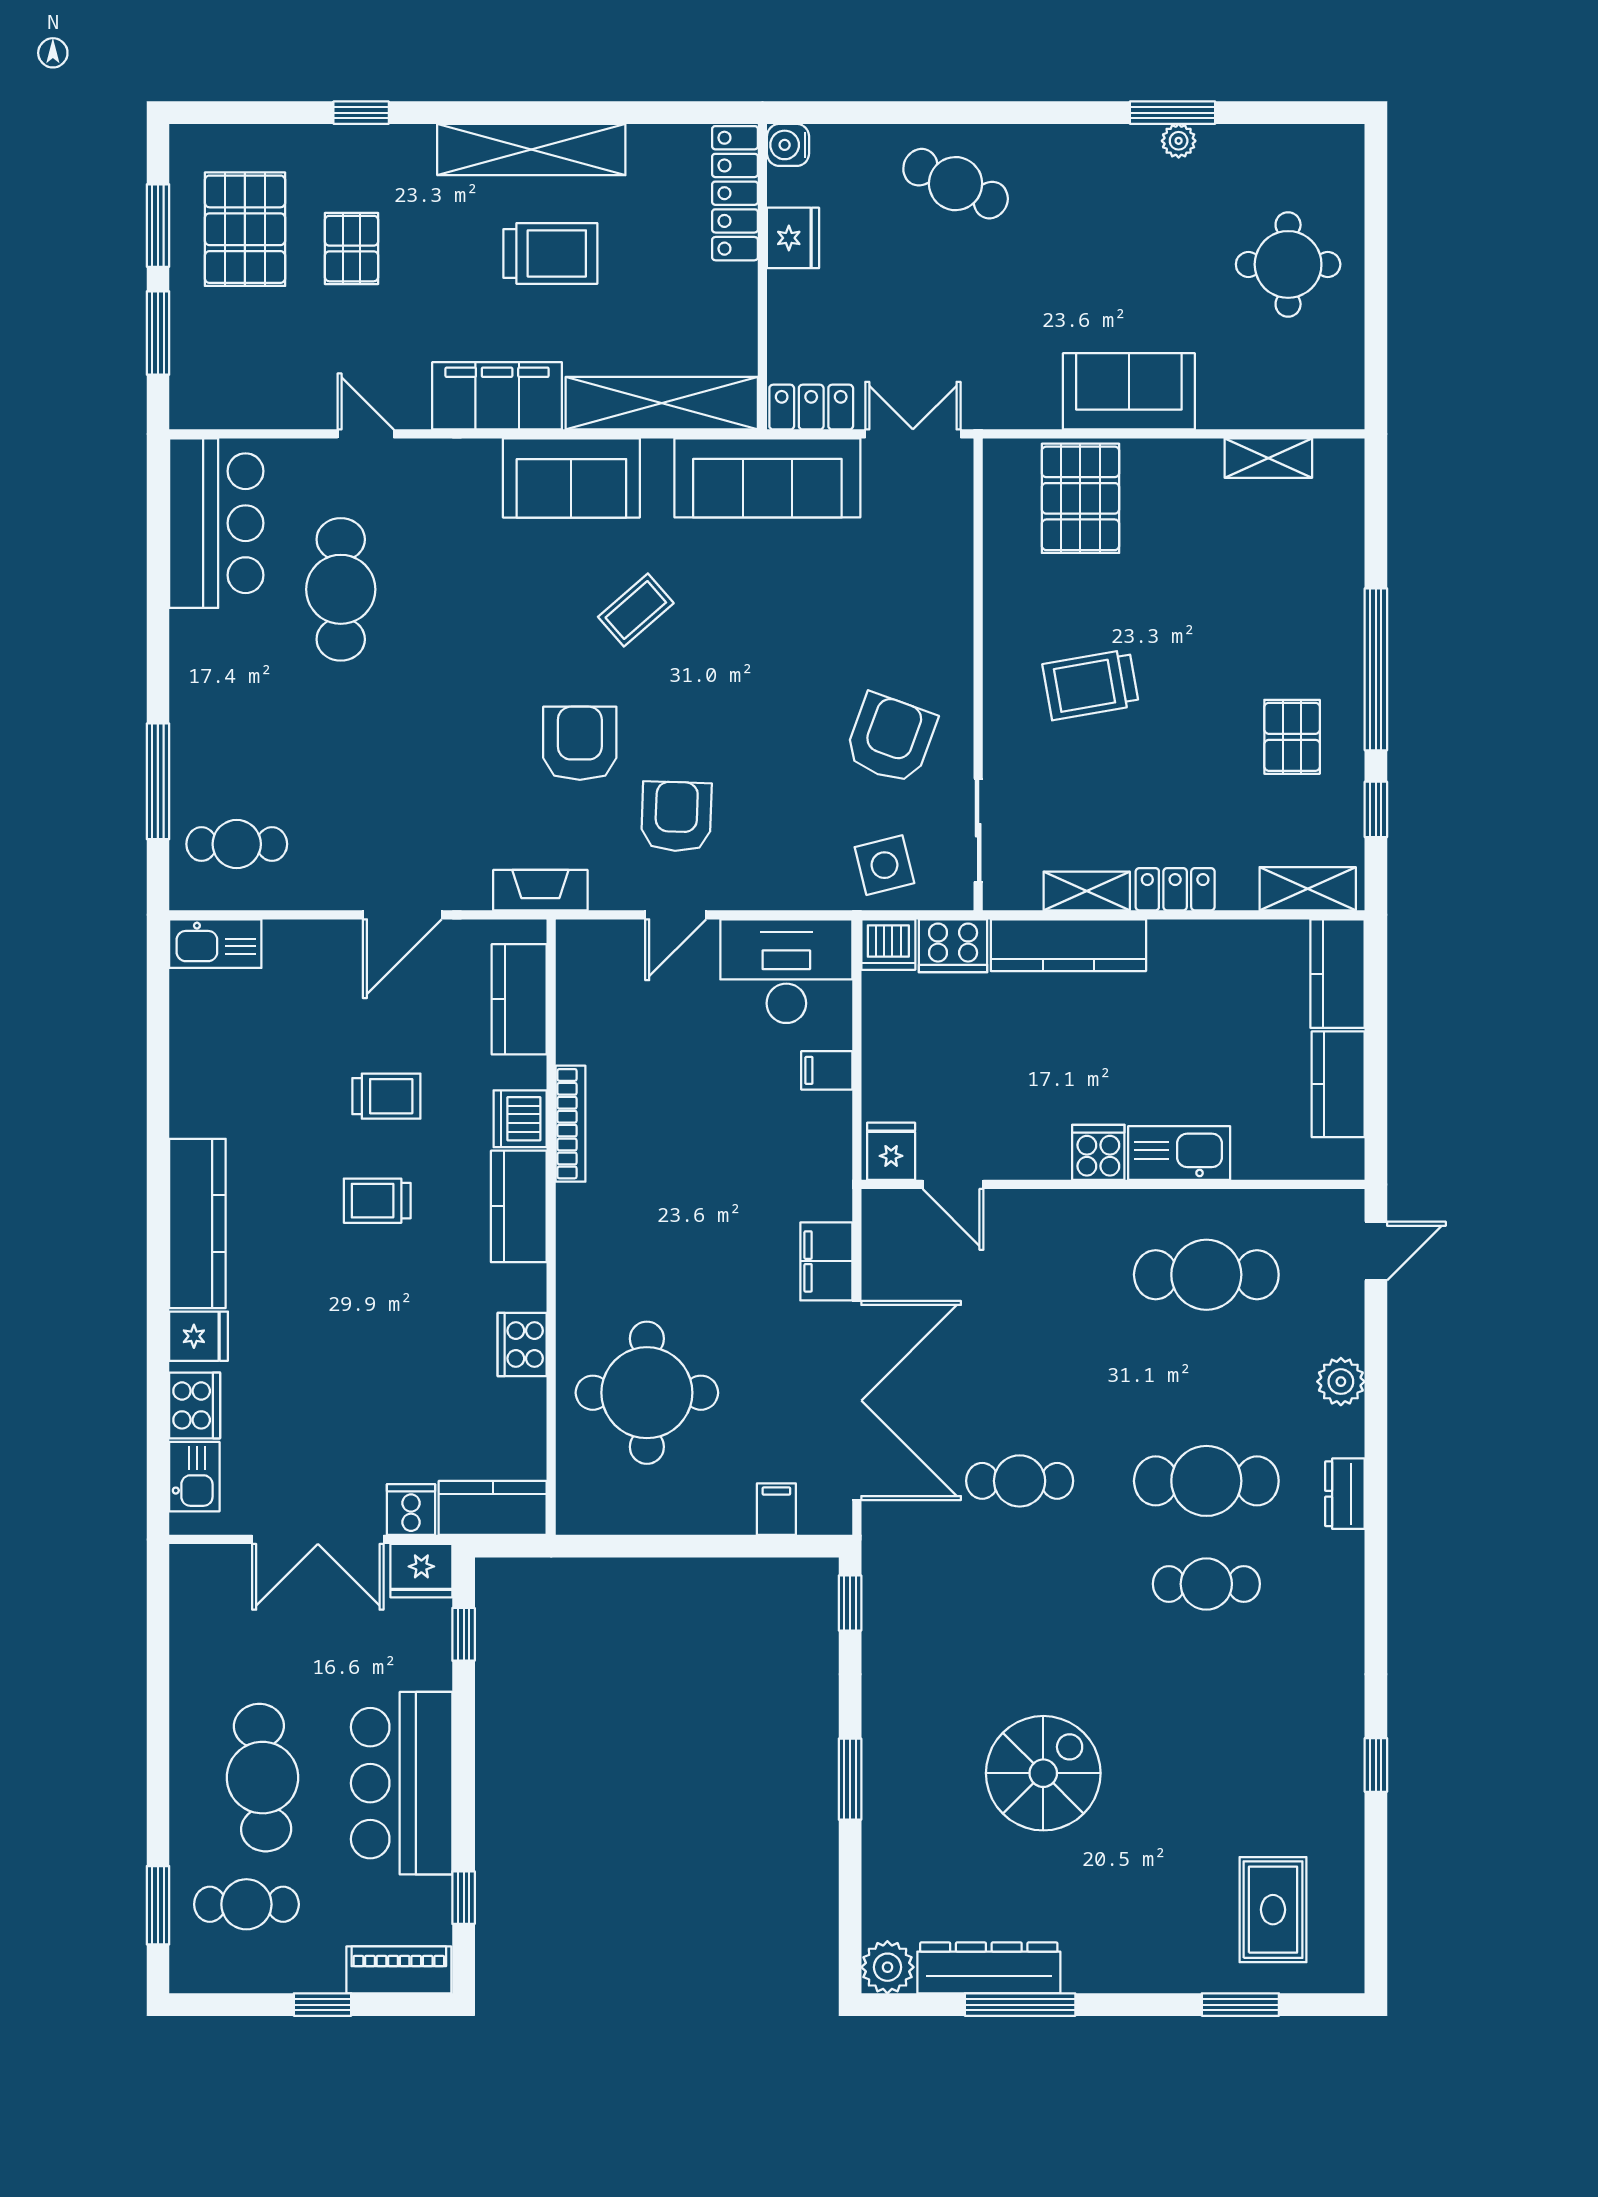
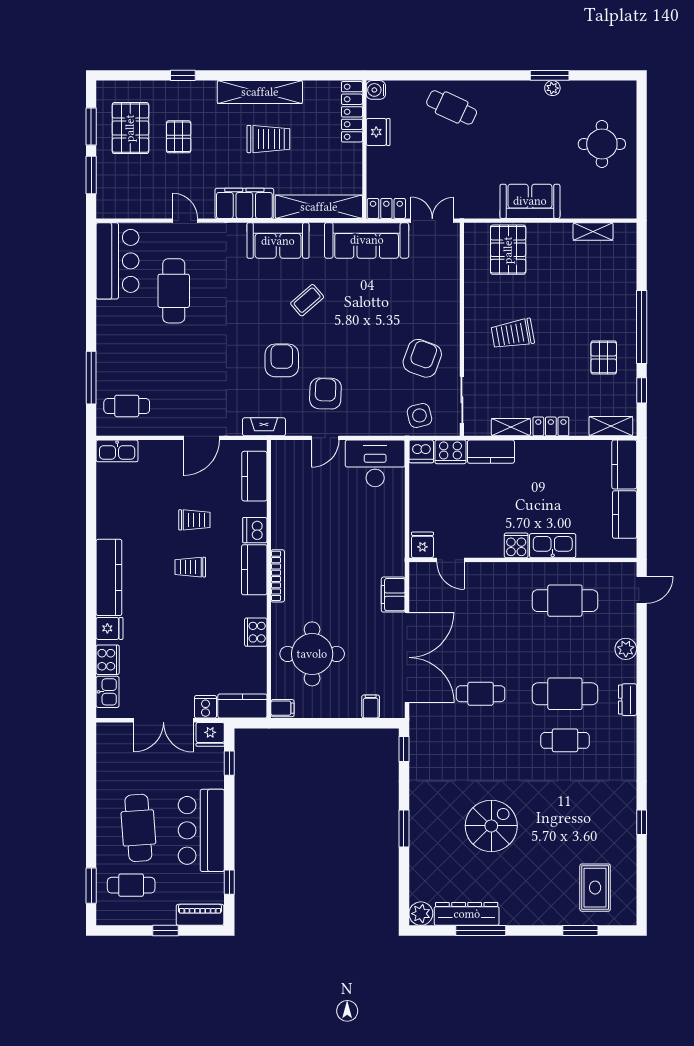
kitchen counter: (1068, 945) -> (491, 452), width x0.67
filing cabinet: (827, 1070) -> (282, 708), moved, turned 180
bookcase: (571, 1124) -> (278, 576), moved

